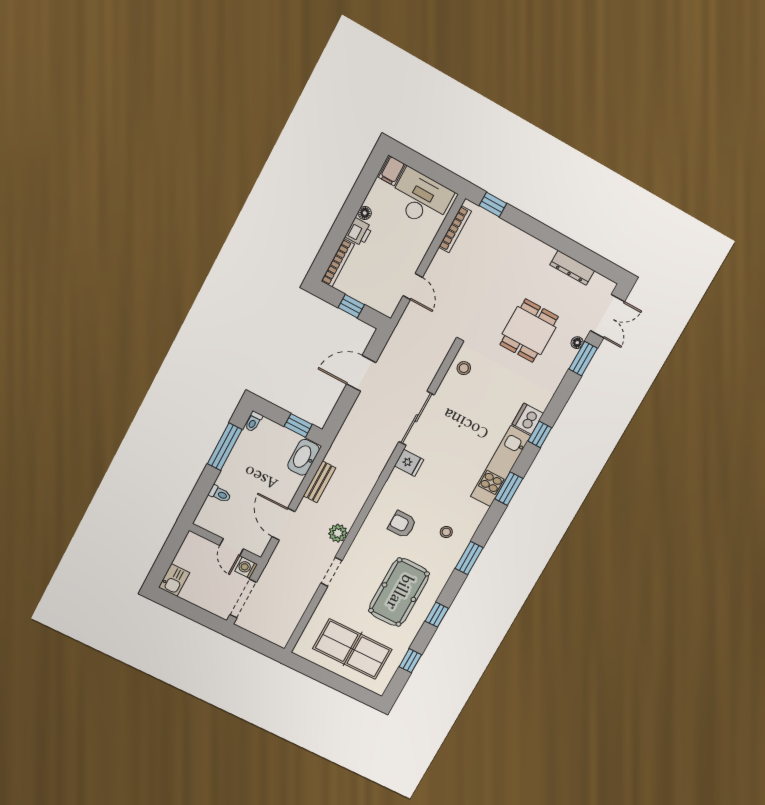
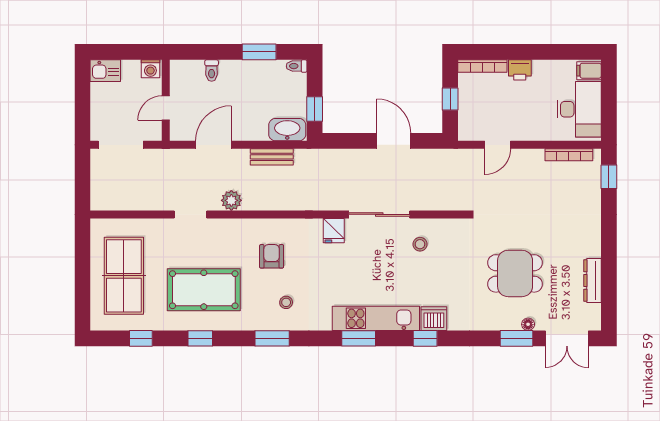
floor lamp: (365, 213) -> (539, 66), removed
stool: (464, 368) -> (420, 244), moved
window: (225, 447) -> (259, 52), width x0.69
washing machine: (246, 568) -> (150, 69), moved, turned 180

